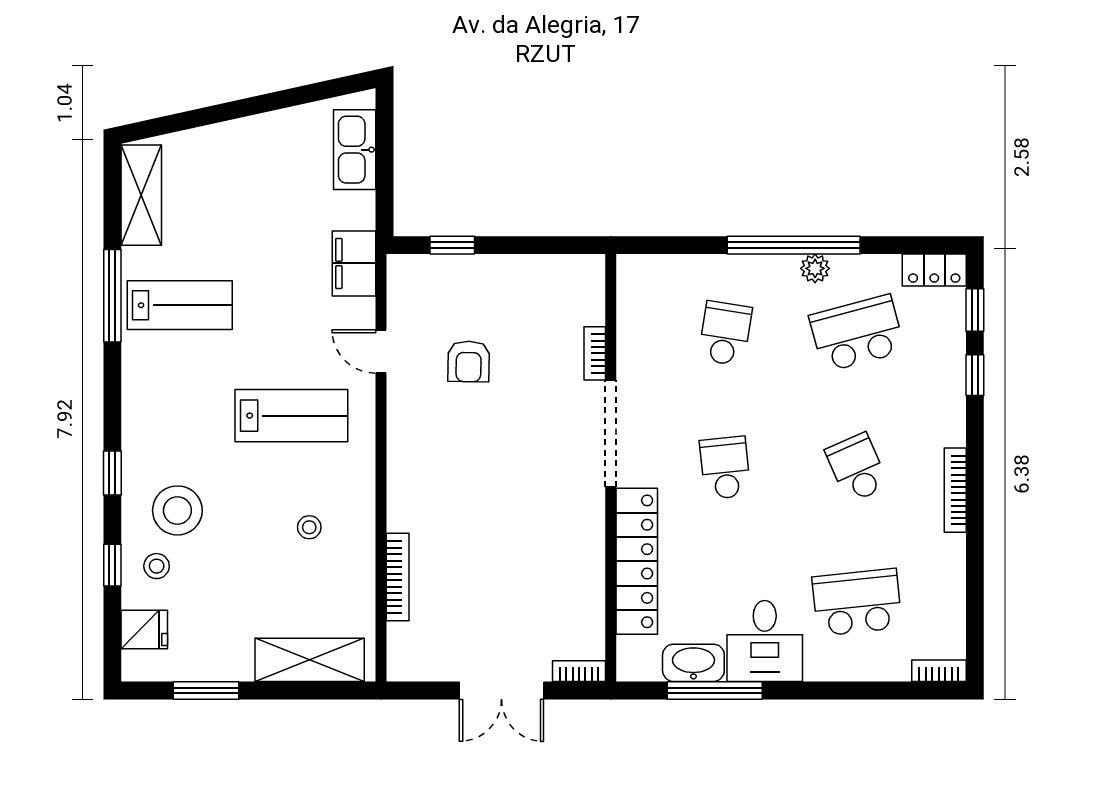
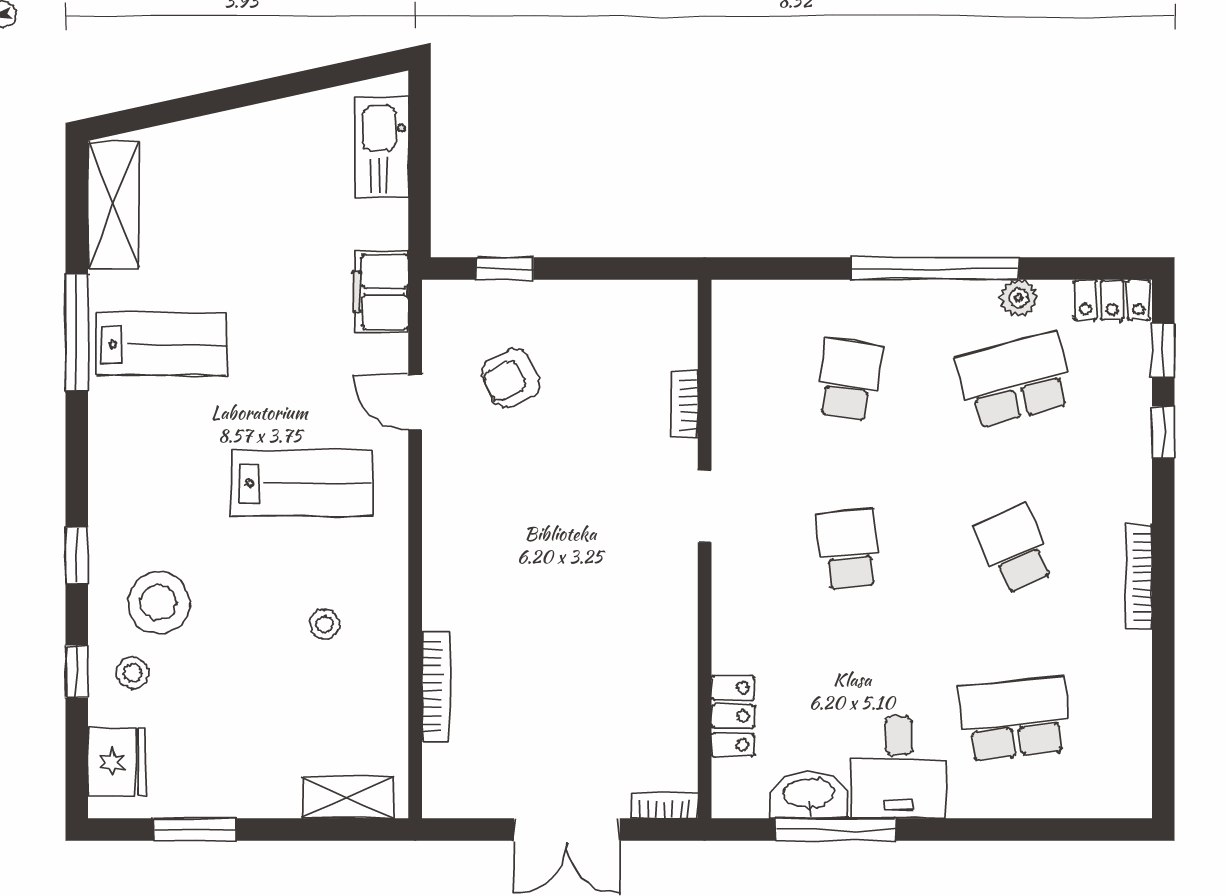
plant: (815, 268) -> (1019, 298), moved
armchair: (469, 361) -> (510, 378), moved, turned 62
doorway: (611, 434) -> (705, 506), width x0.53
locker: (637, 561) -> (733, 716), width x0.46, depth x0.83
fridge: (144, 629) -> (117, 762), width x1.38
shelving: (310, 660) -> (348, 798), width x0.67, depth x0.75
bookcase: (939, 671) -> (1118, 805), removed

